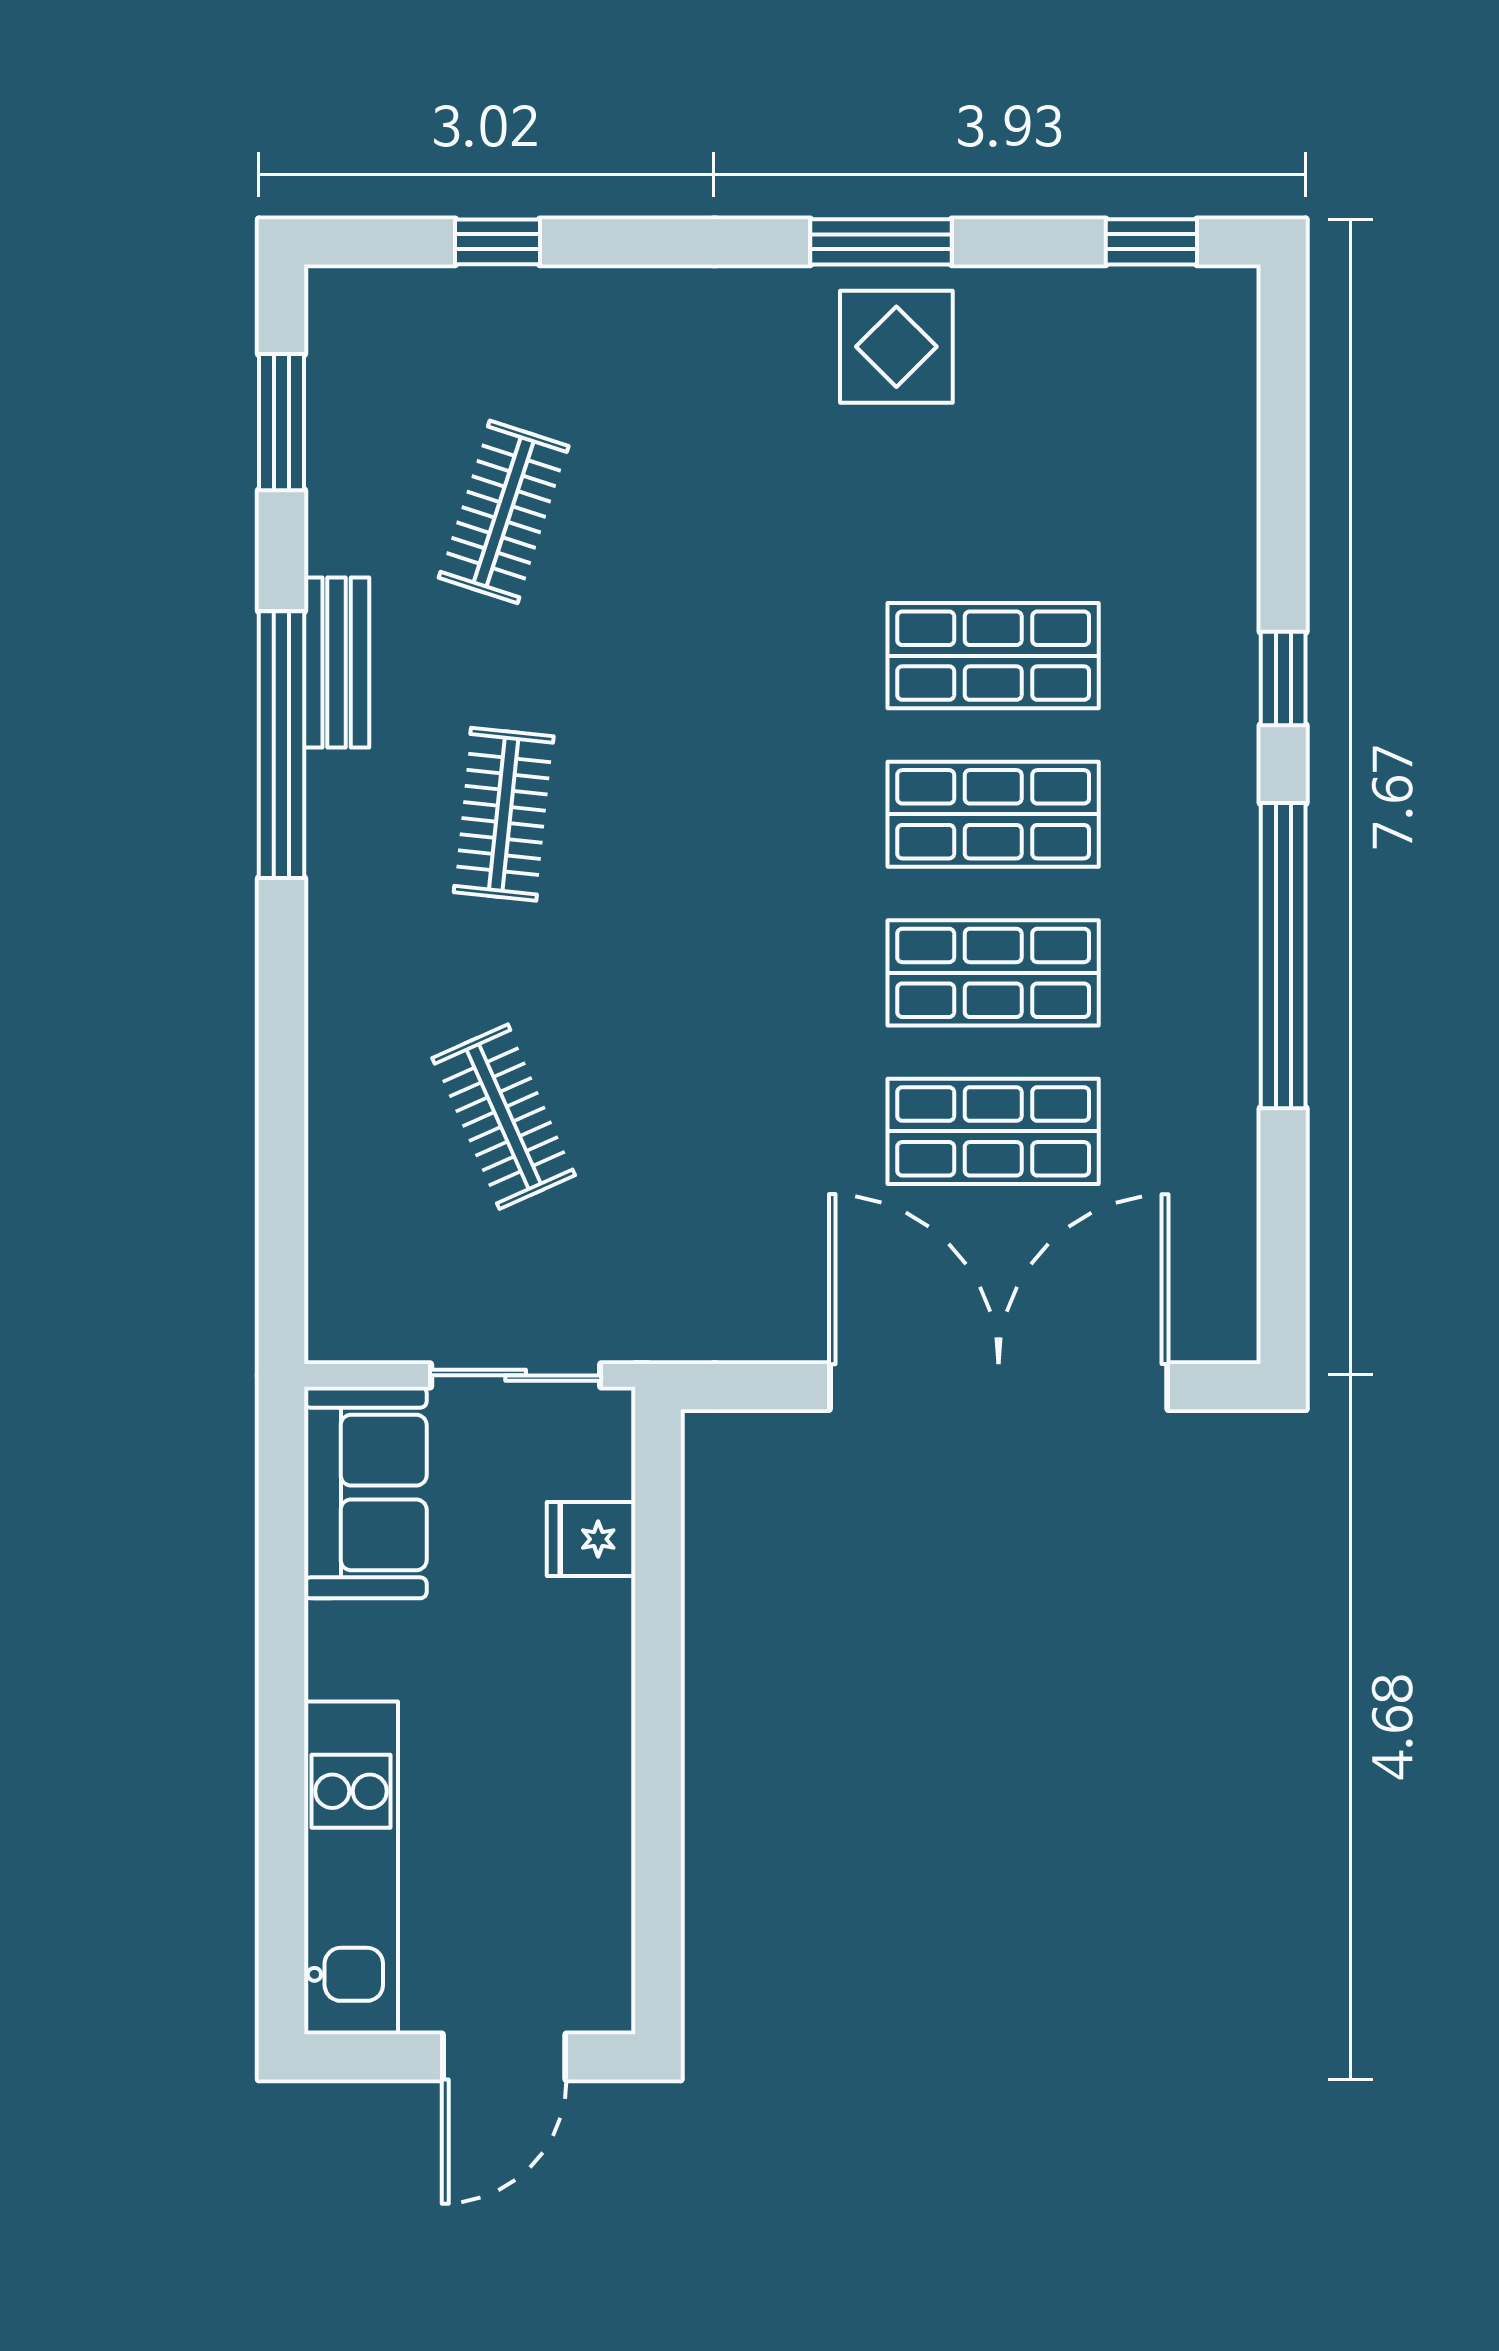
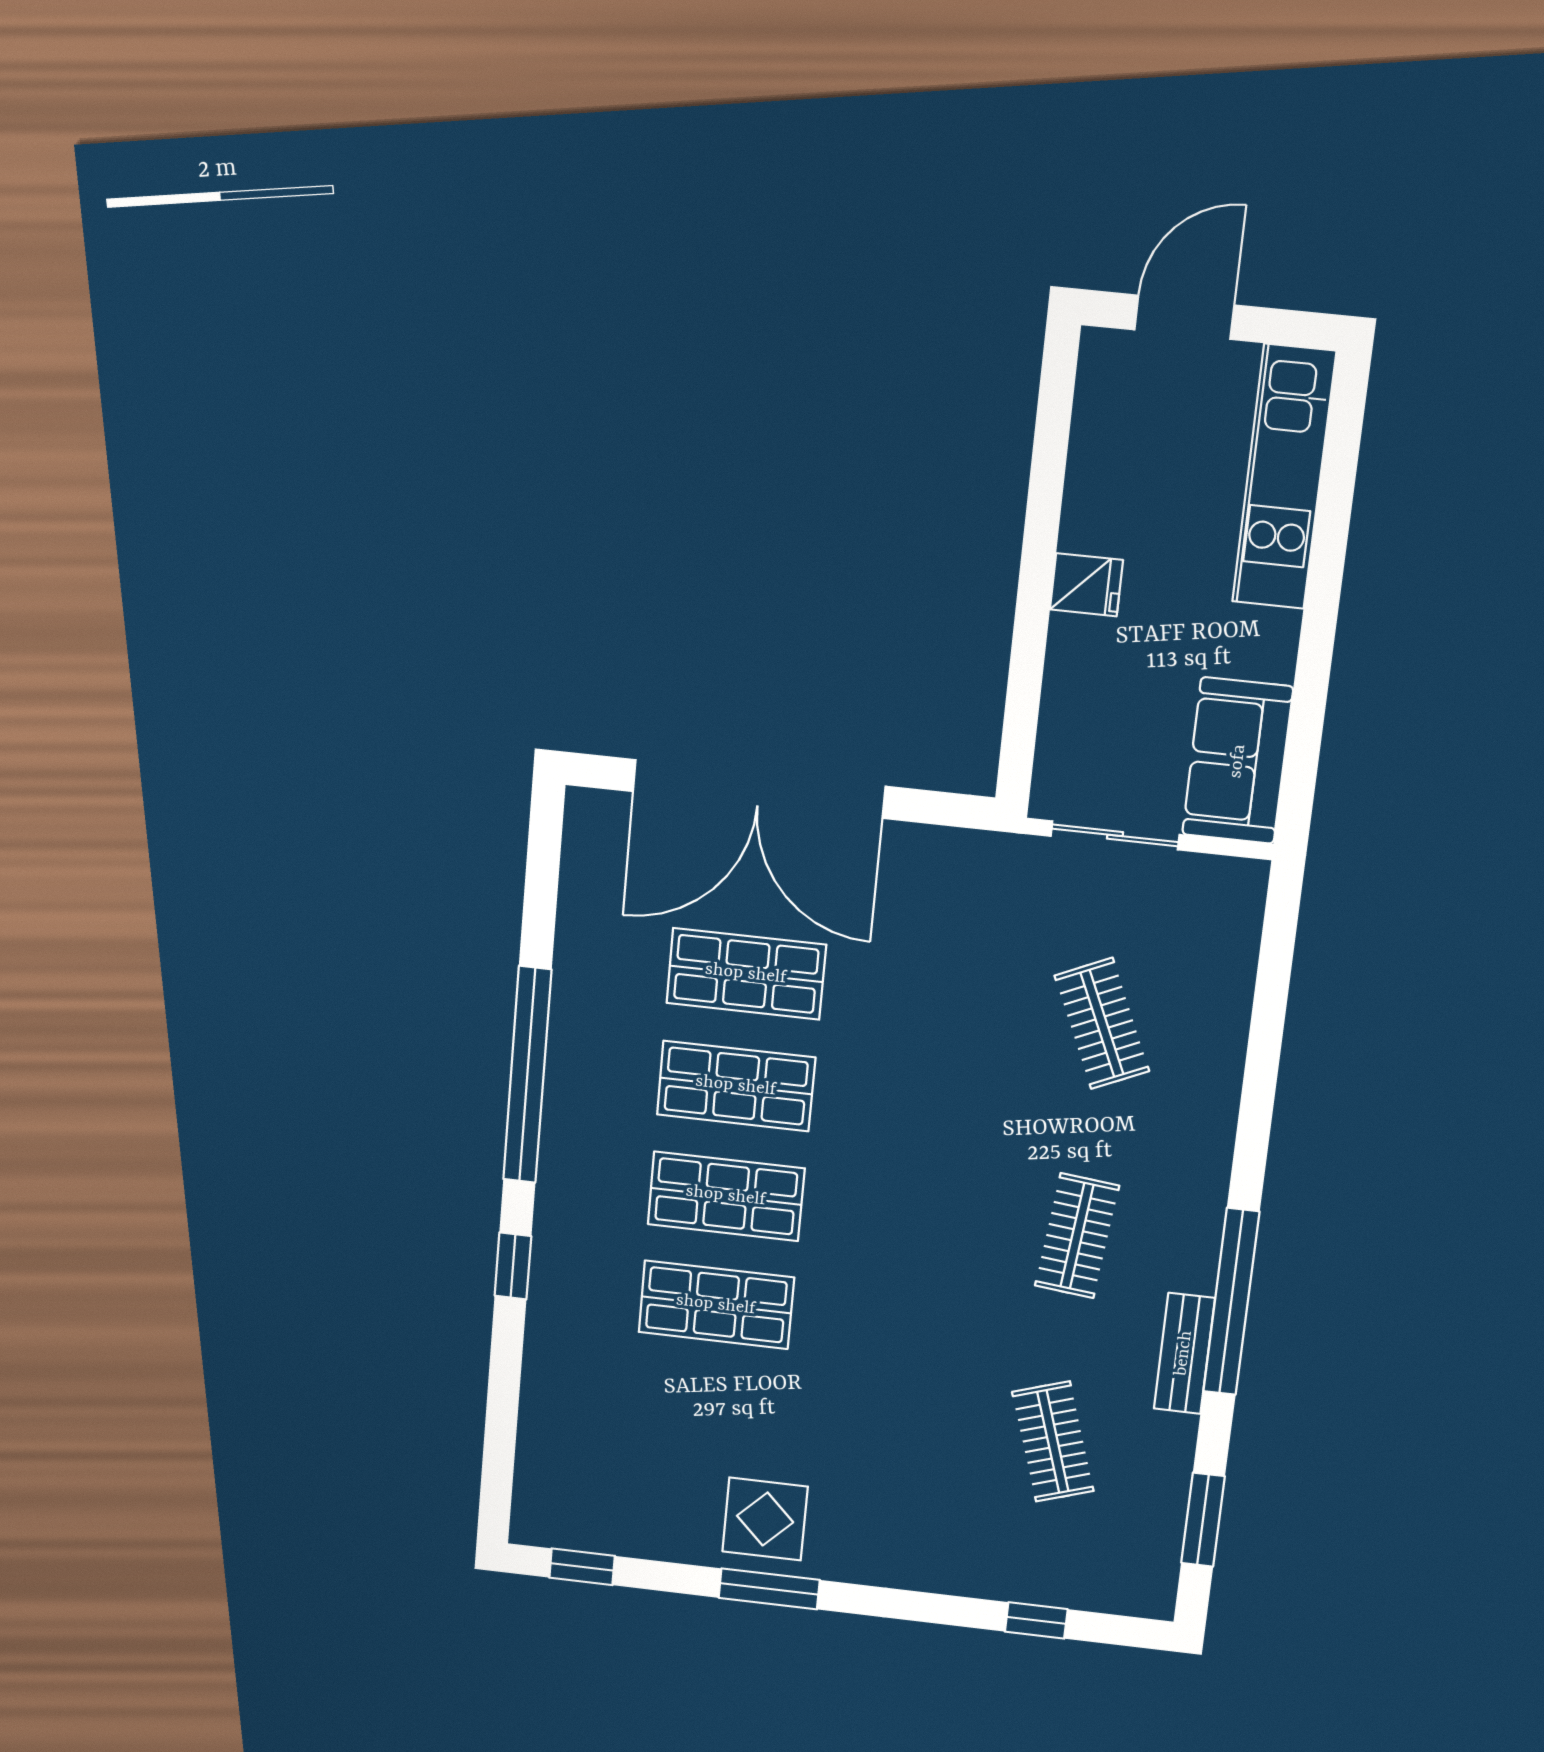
clothes rail: (504, 512) -> (1053, 1442), turned -36
fridge: (591, 1539) -> (1086, 585), moved

